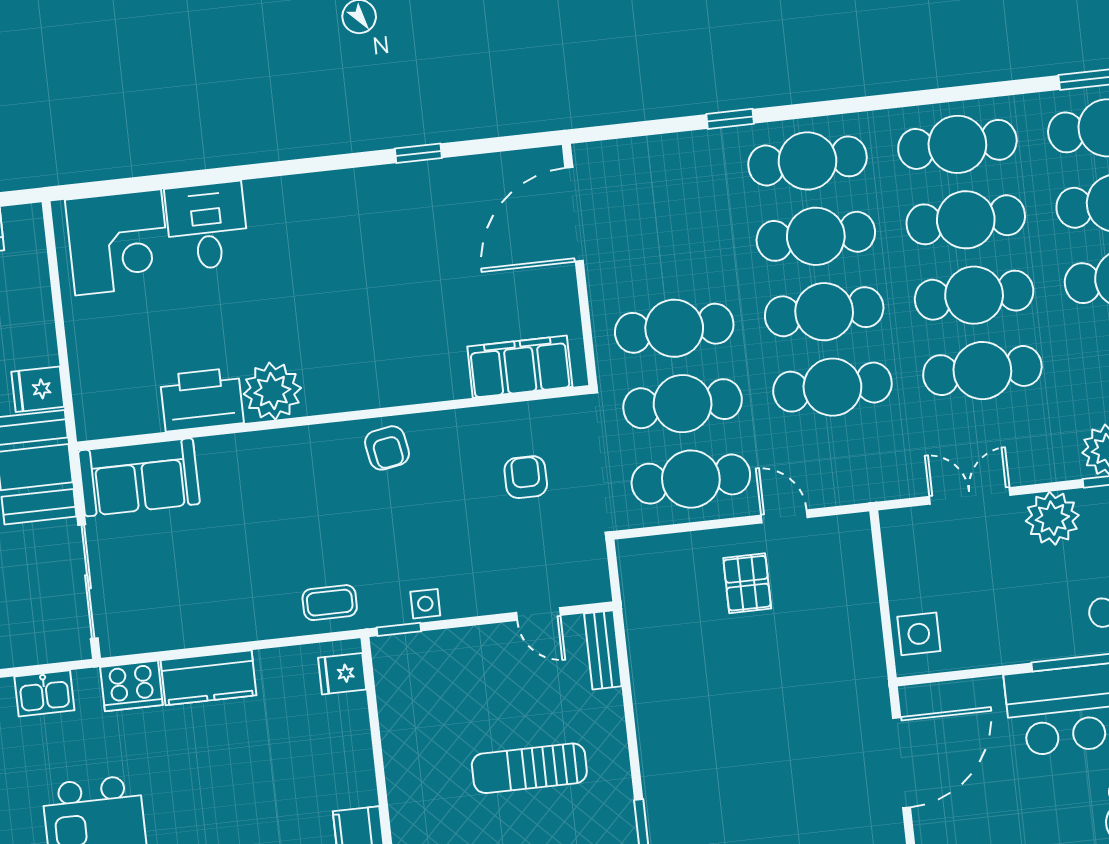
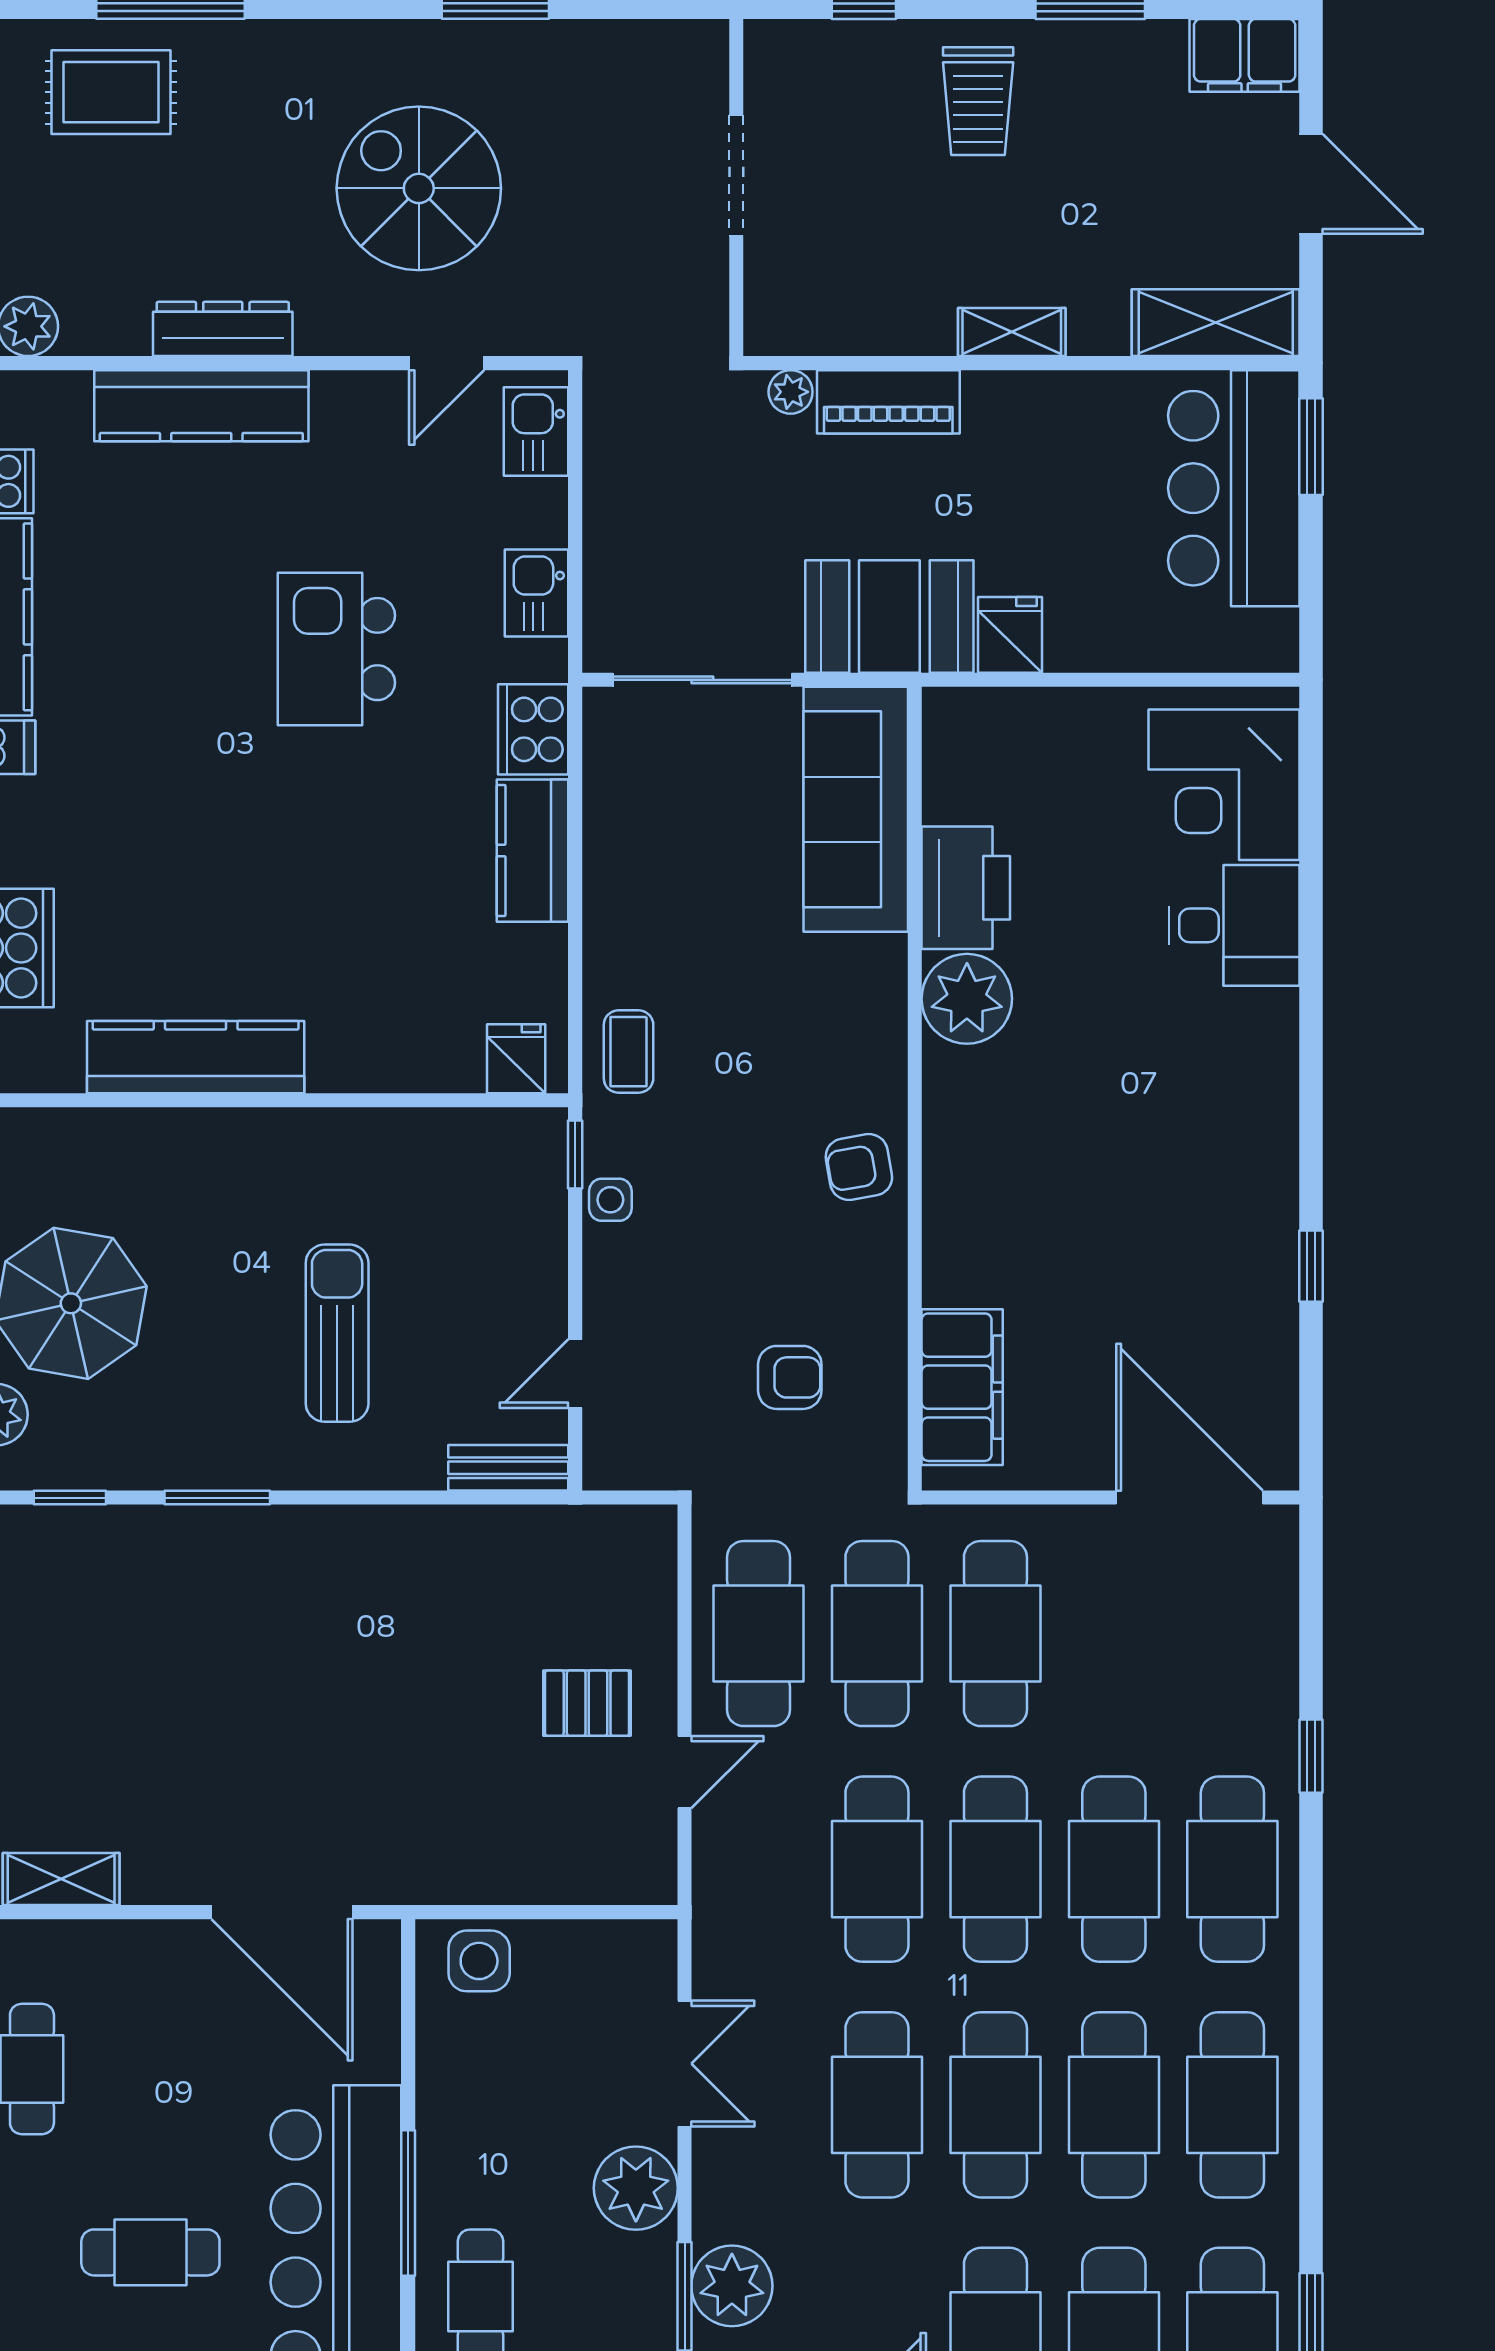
sofa: (139, 477) -> (856, 809), width x1.36

